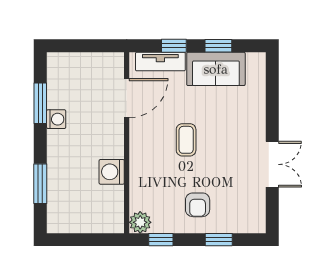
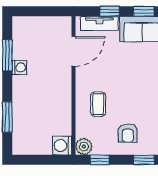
coffee table: (186, 140) -> (98, 104), moved
washing machine: (112, 172) -> (62, 145), moved

